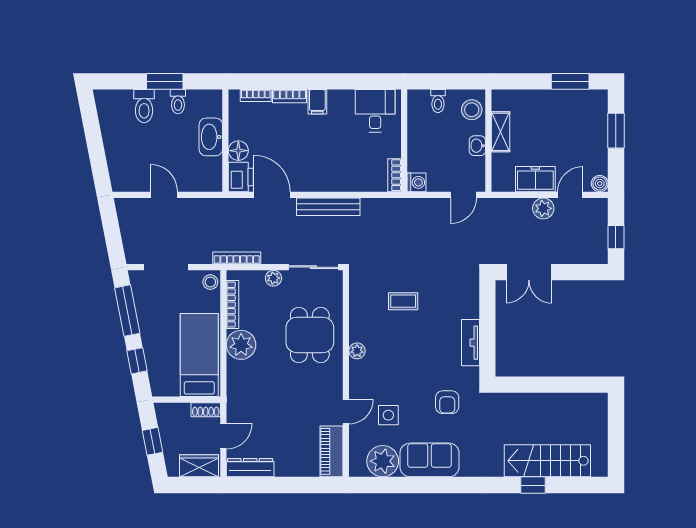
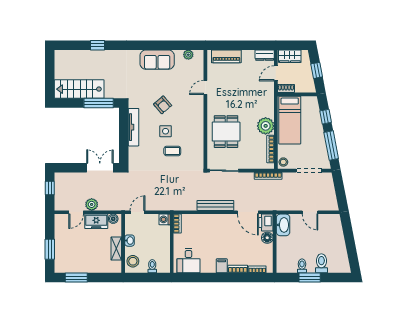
washbasin: (211, 137) -> (283, 225), moved
boiler: (600, 184) -> (113, 219), moved
plant: (273, 278) -> (247, 164), removed
tv unit: (471, 343) -> (133, 127), width x1.41
plant: (357, 351) -> (199, 122), removed
window: (531, 385) -> (99, 103), added
armchair: (447, 402) -> (163, 105), moved, turned 139
side table: (388, 415) -> (166, 131), moved
piano: (331, 451) -> (226, 56), moved, turned 90
plant: (383, 461) -> (188, 55), width x0.53, depth x0.53
stairs: (547, 461) -> (79, 89), moved, turned 180
dresser: (250, 468) -> (265, 55), width x0.70

